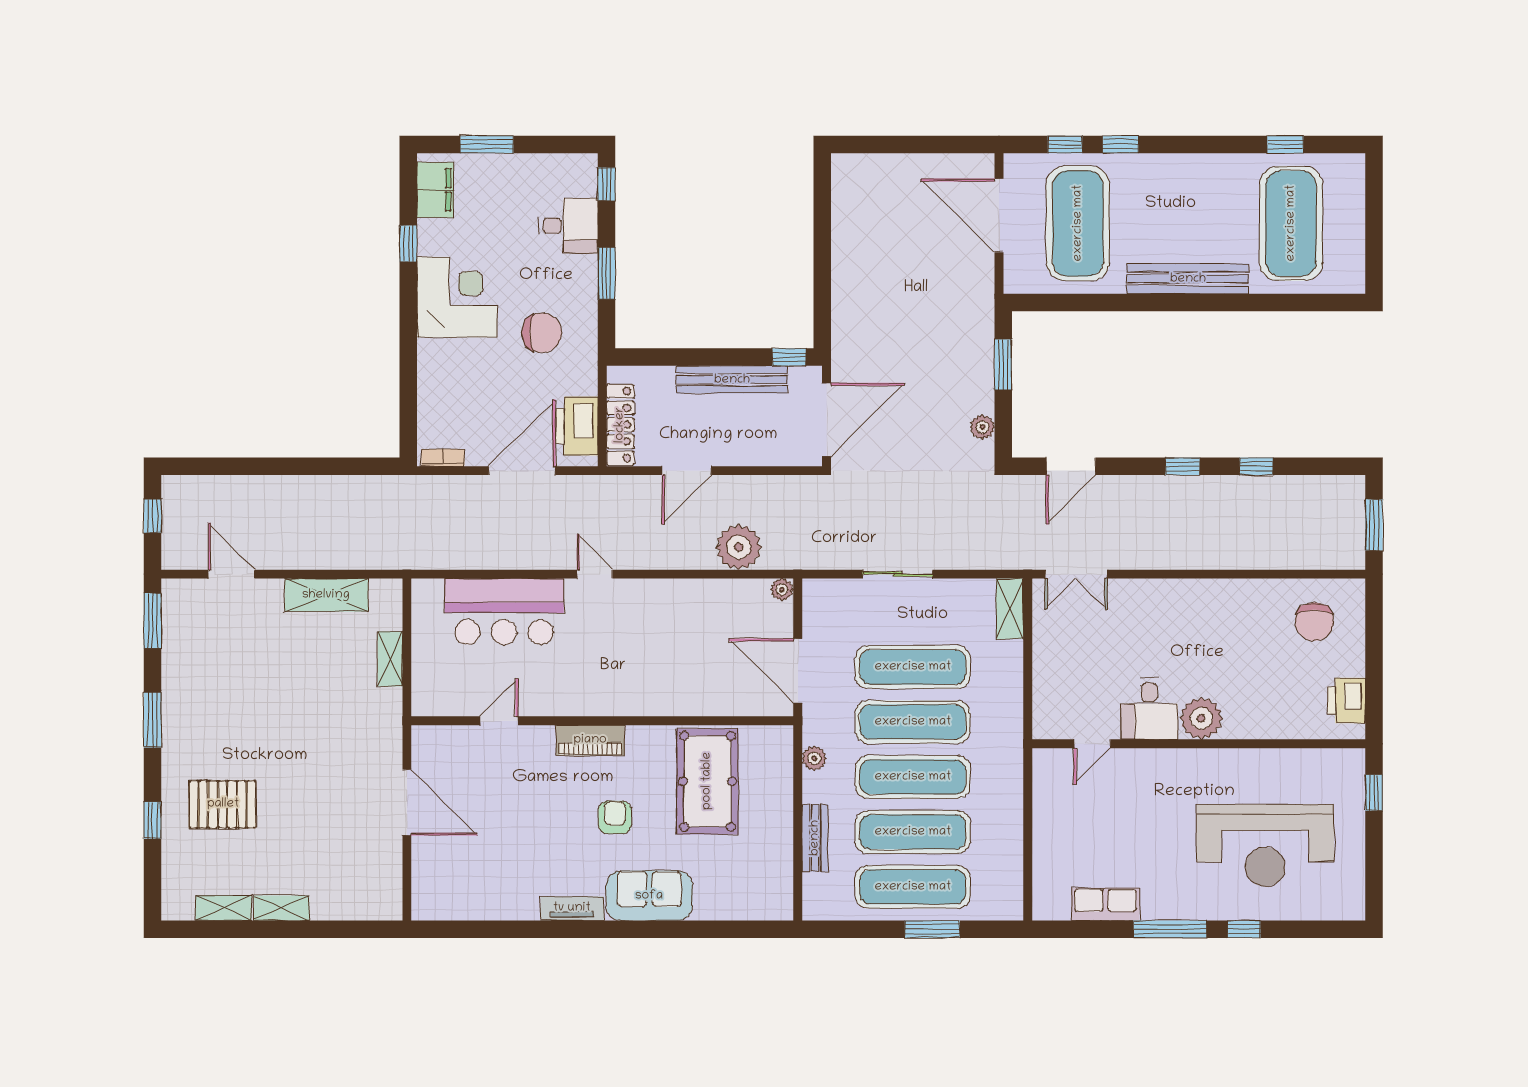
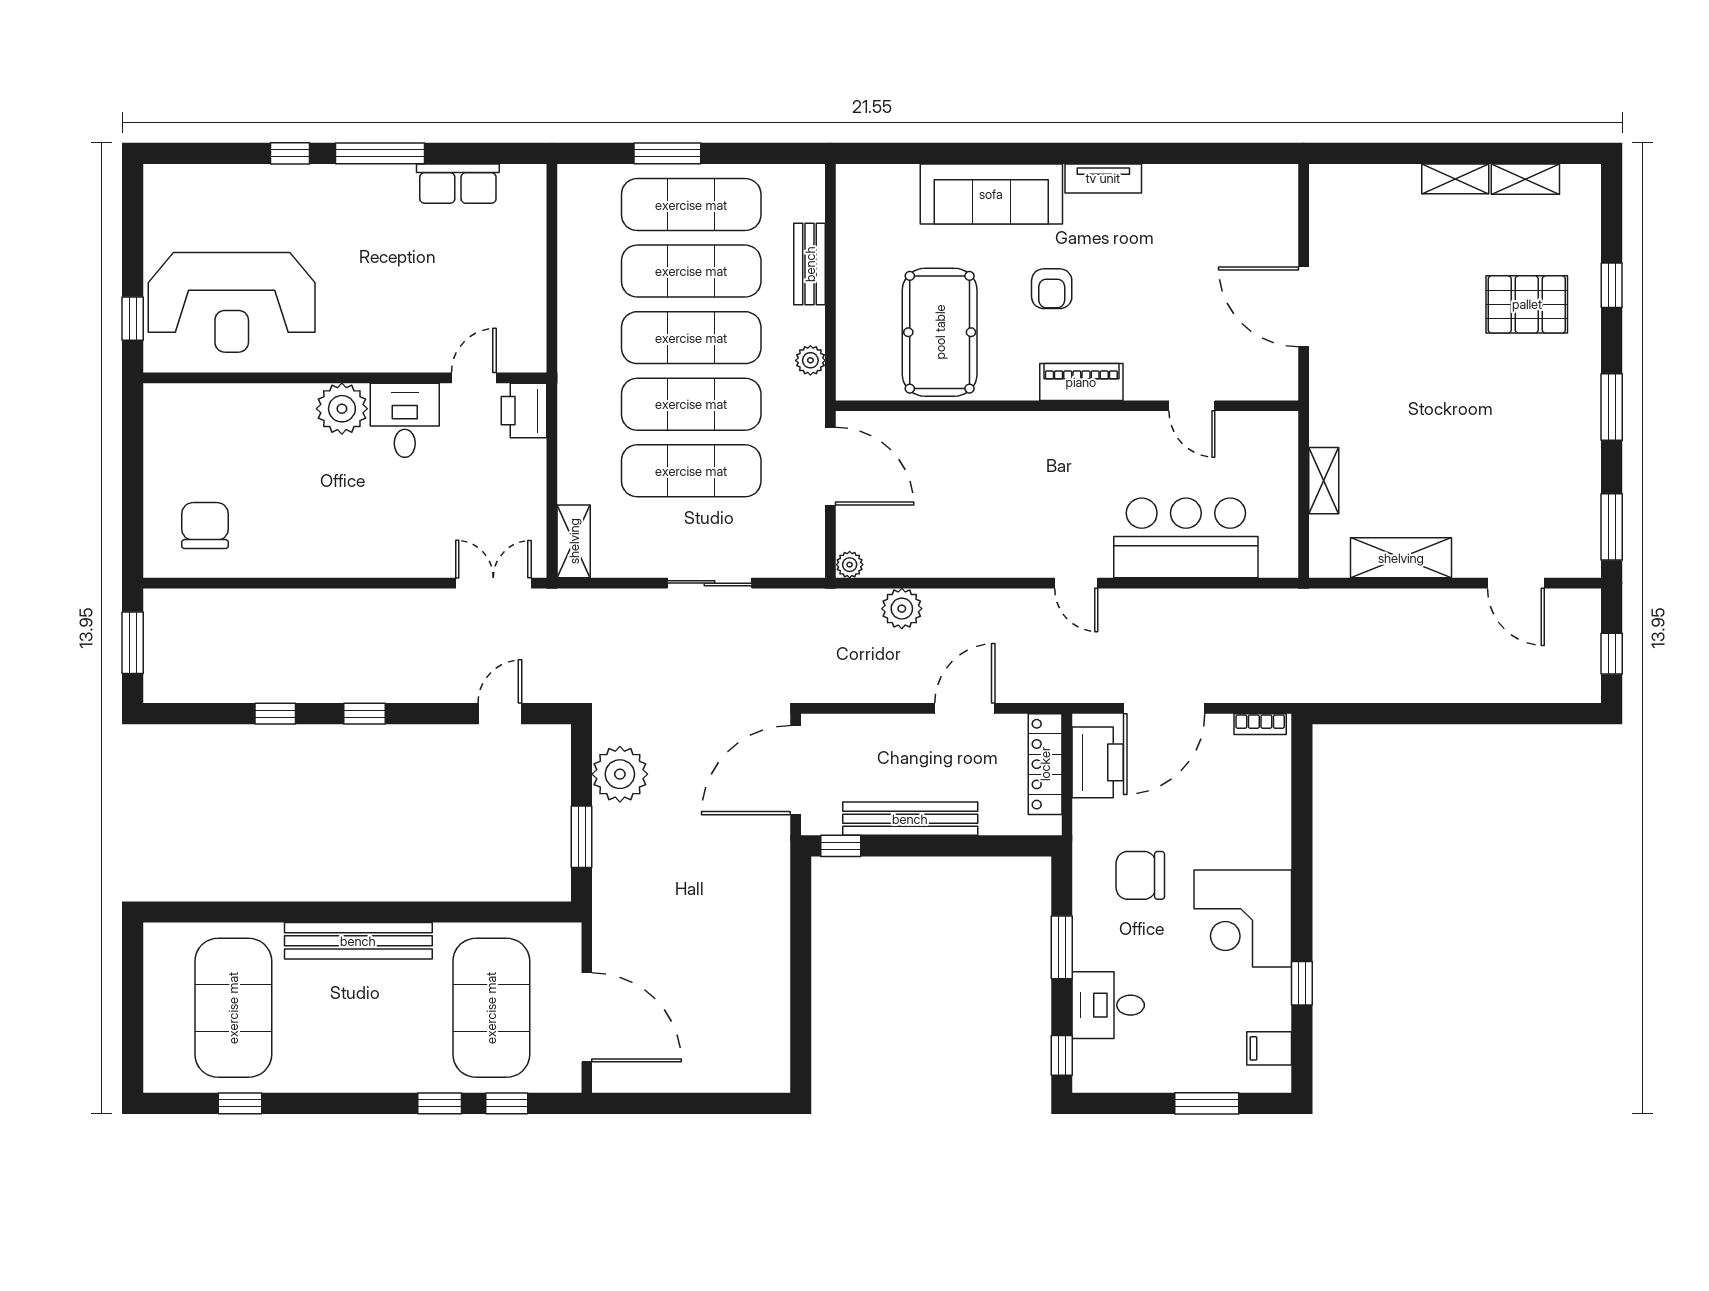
filing cabinet: (435, 190) -> (1269, 1048), width x0.50
plant: (982, 427) -> (620, 774), width x1.88, depth x1.88
door: (1071, 466) -> (500, 714), width x0.73
plant: (739, 547) -> (902, 609), width x0.73, depth x0.73
printer: (1347, 700) -> (524, 411), moved, turned 180
door: (499, 721) -> (1192, 406), hinge flipped
reception desk: (1265, 845) -> (232, 302), moved, turned 180
sofa: (649, 896) -> (991, 194), width x1.36

